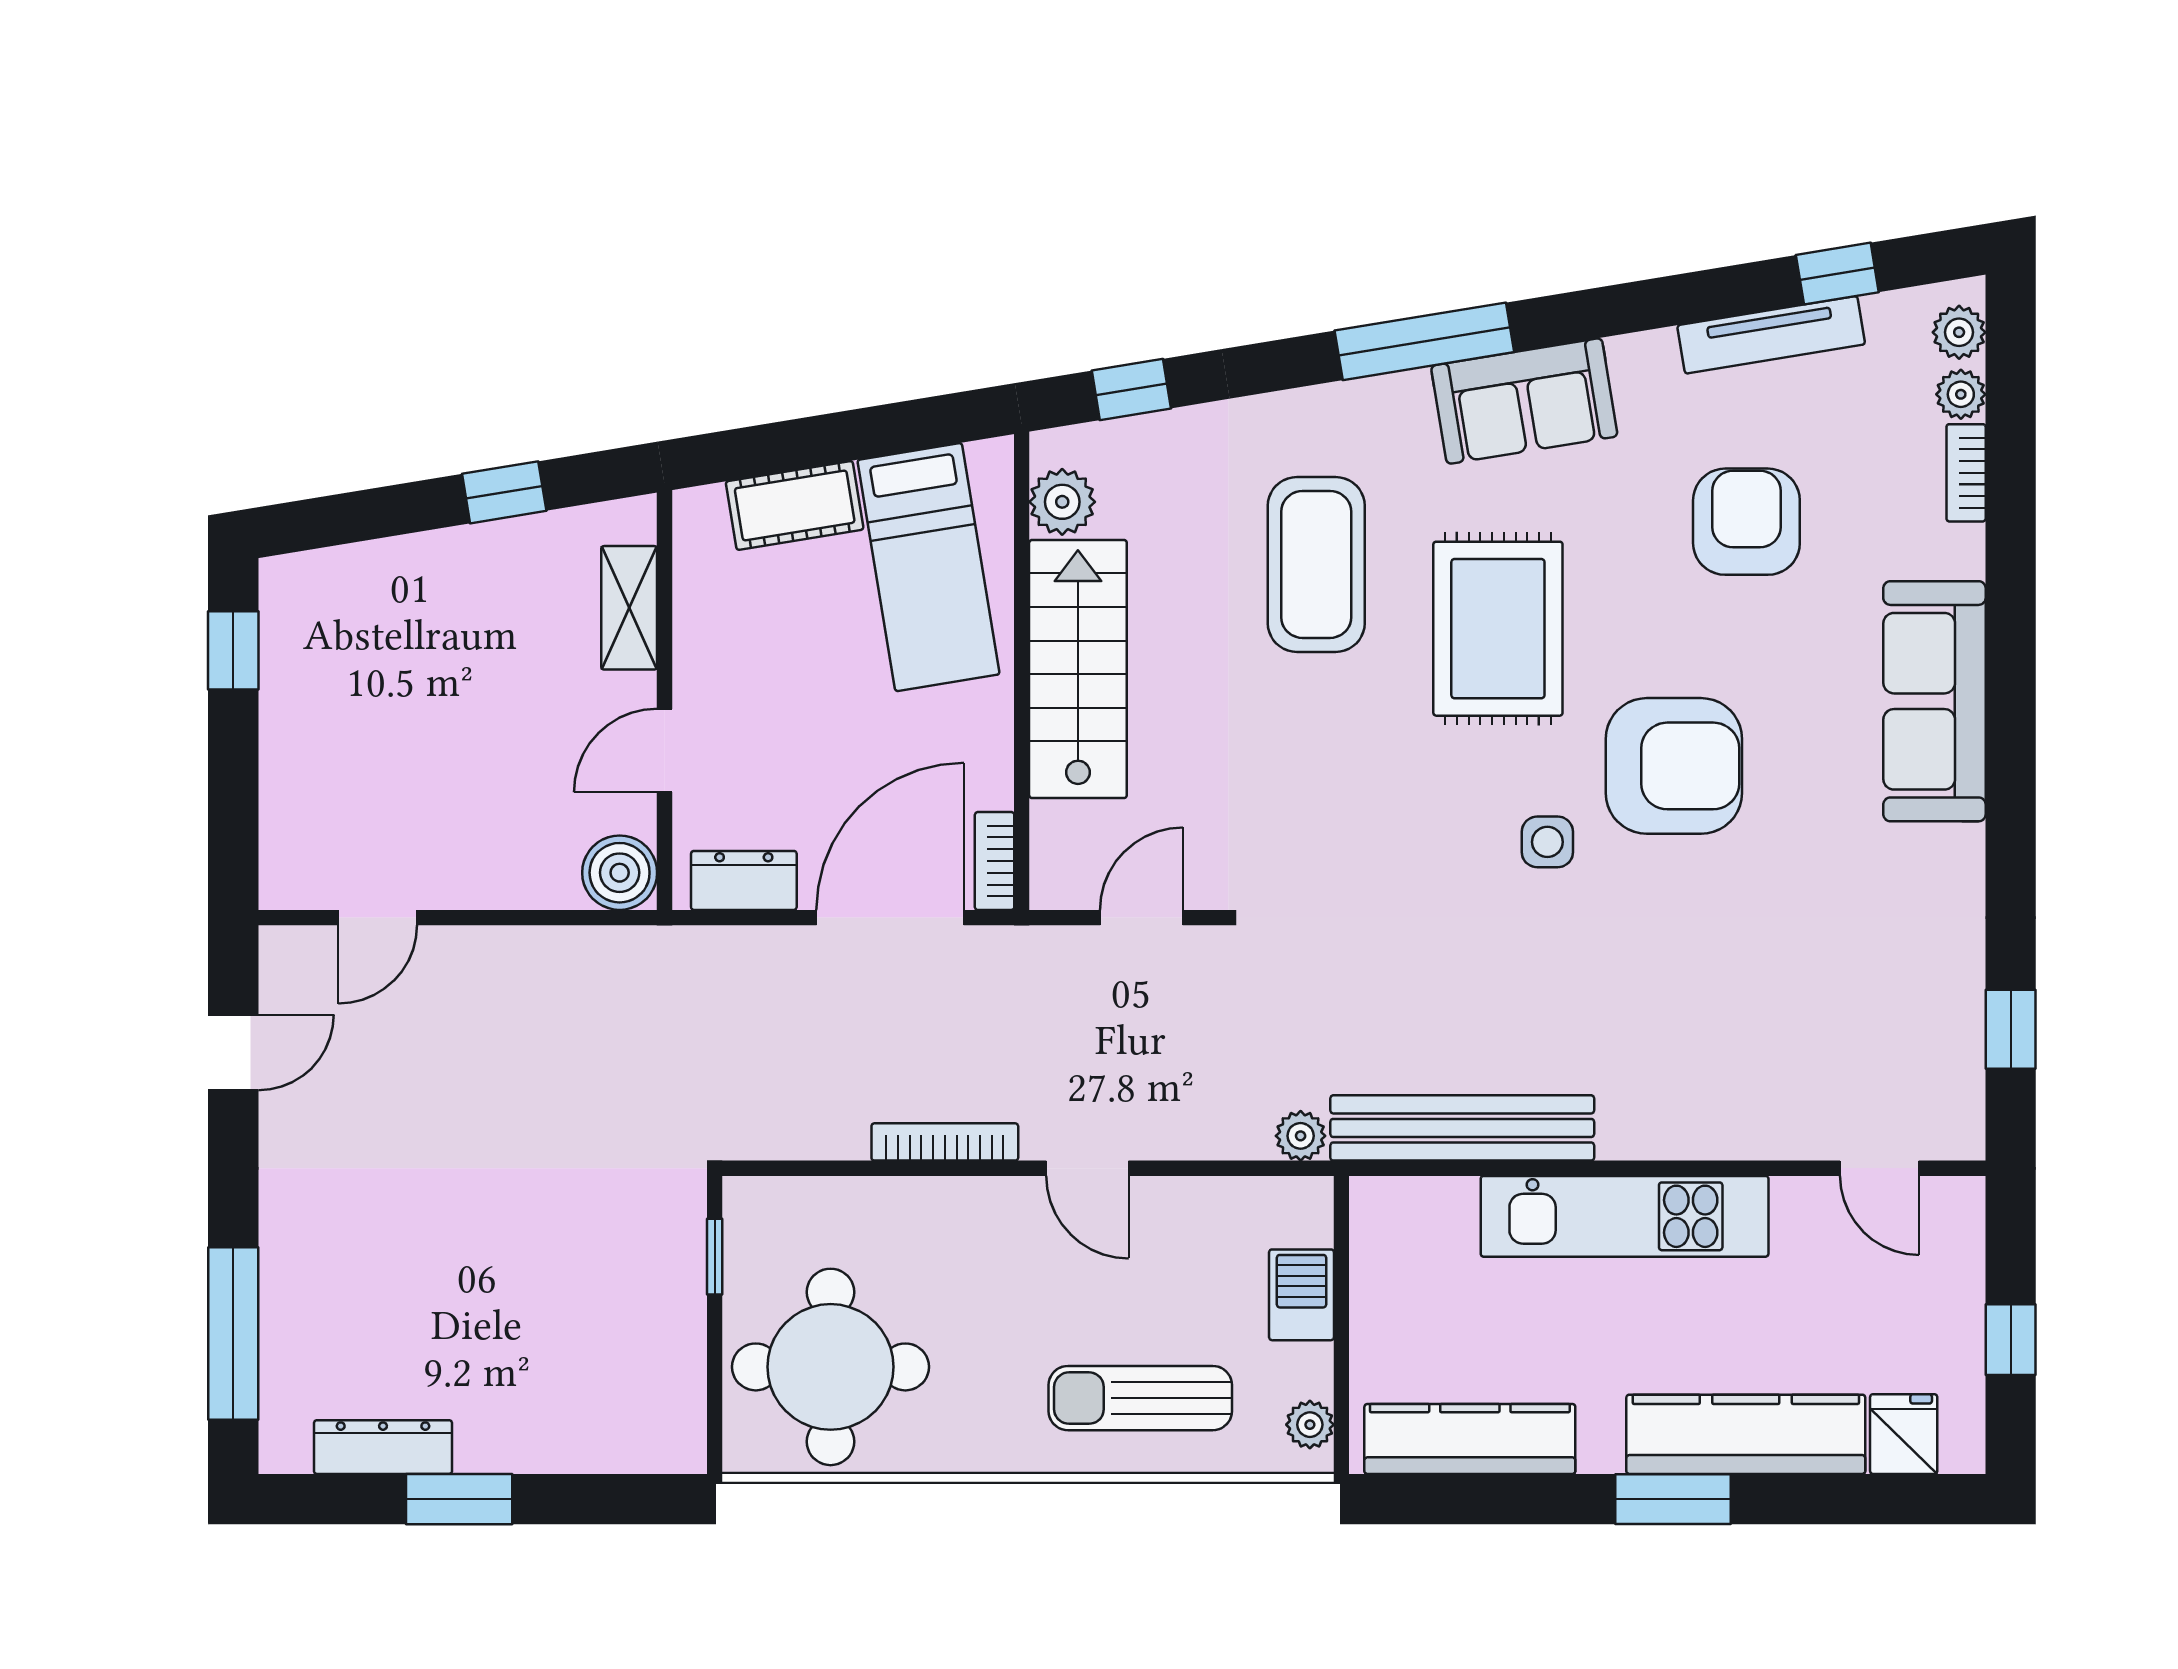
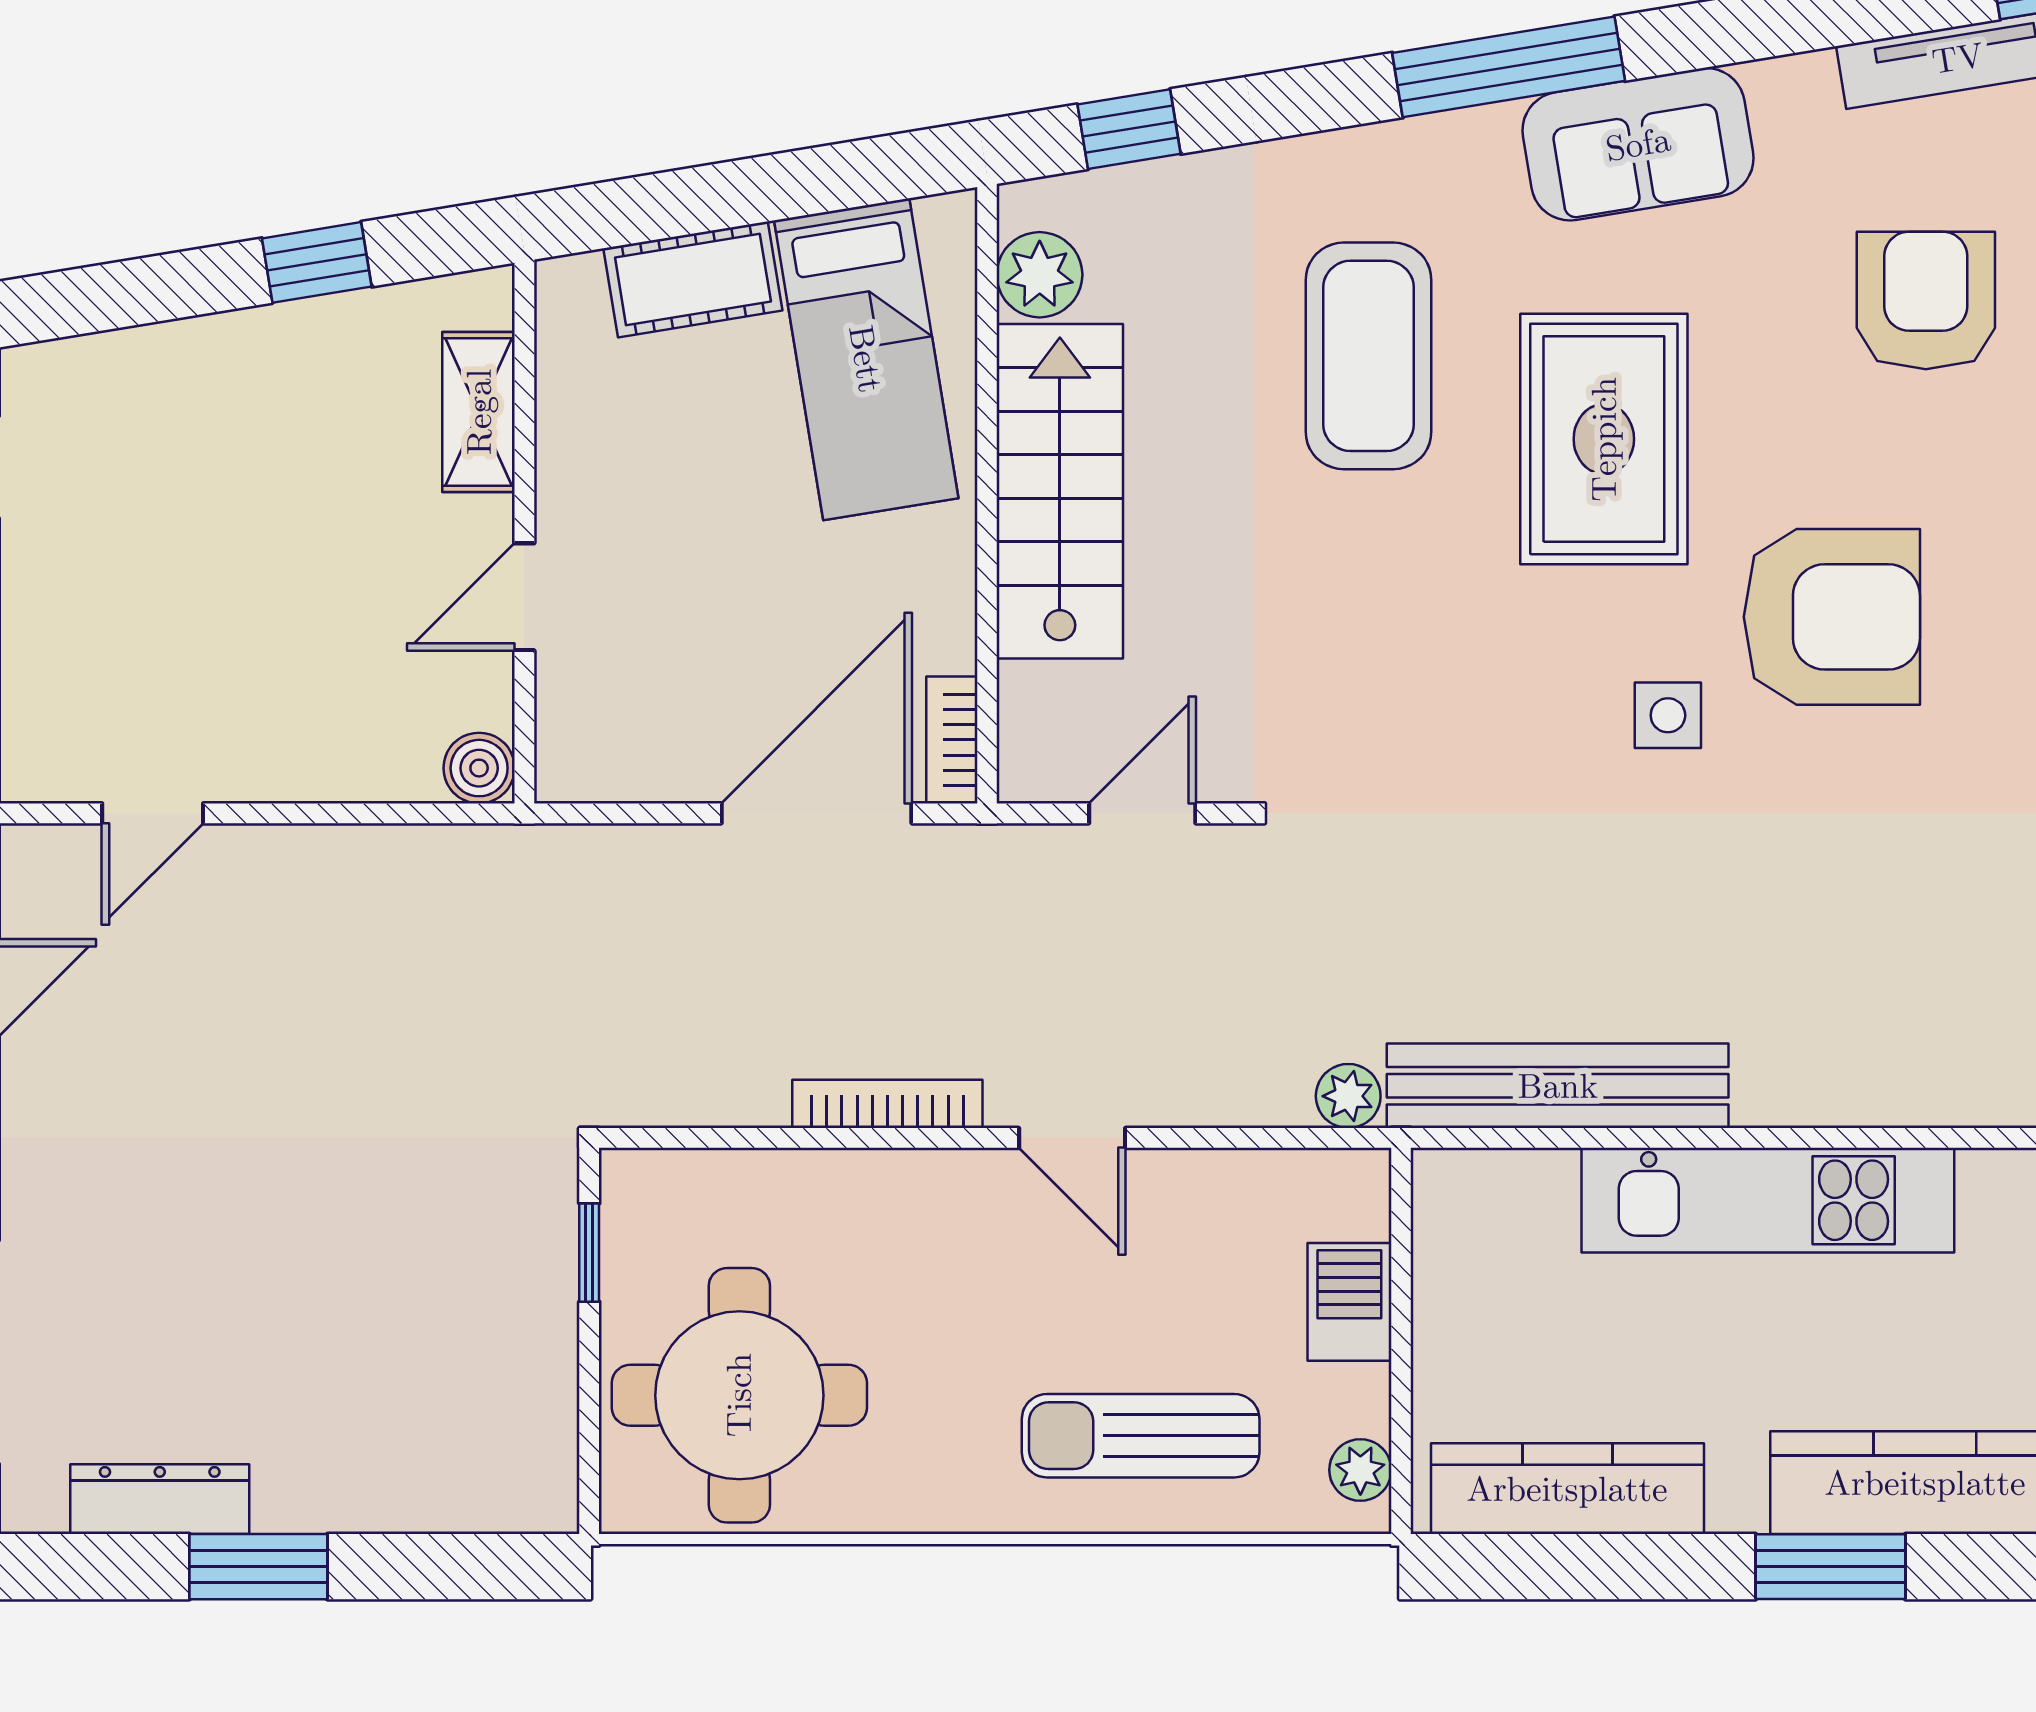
boiler: (620, 873) -> (479, 768), width x0.73, depth x0.73
dresser: (744, 880) -> (627, 765), removed

